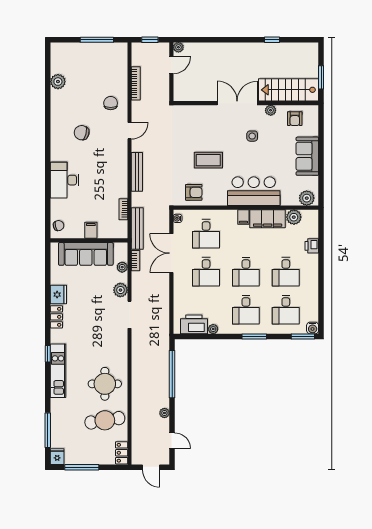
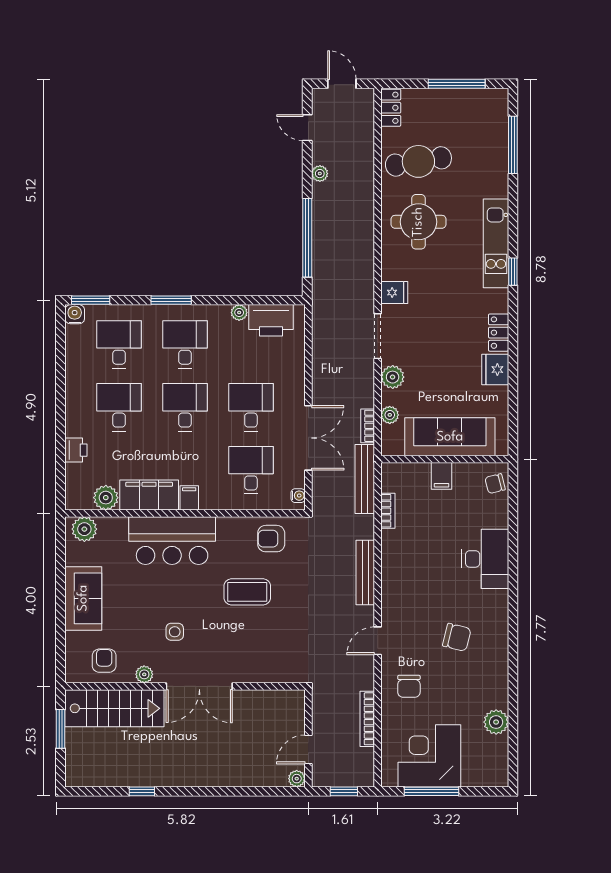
corner desk: (98, 61) -> (429, 756), added
fridge: (57, 457) -> (394, 293), moved, turned -90

